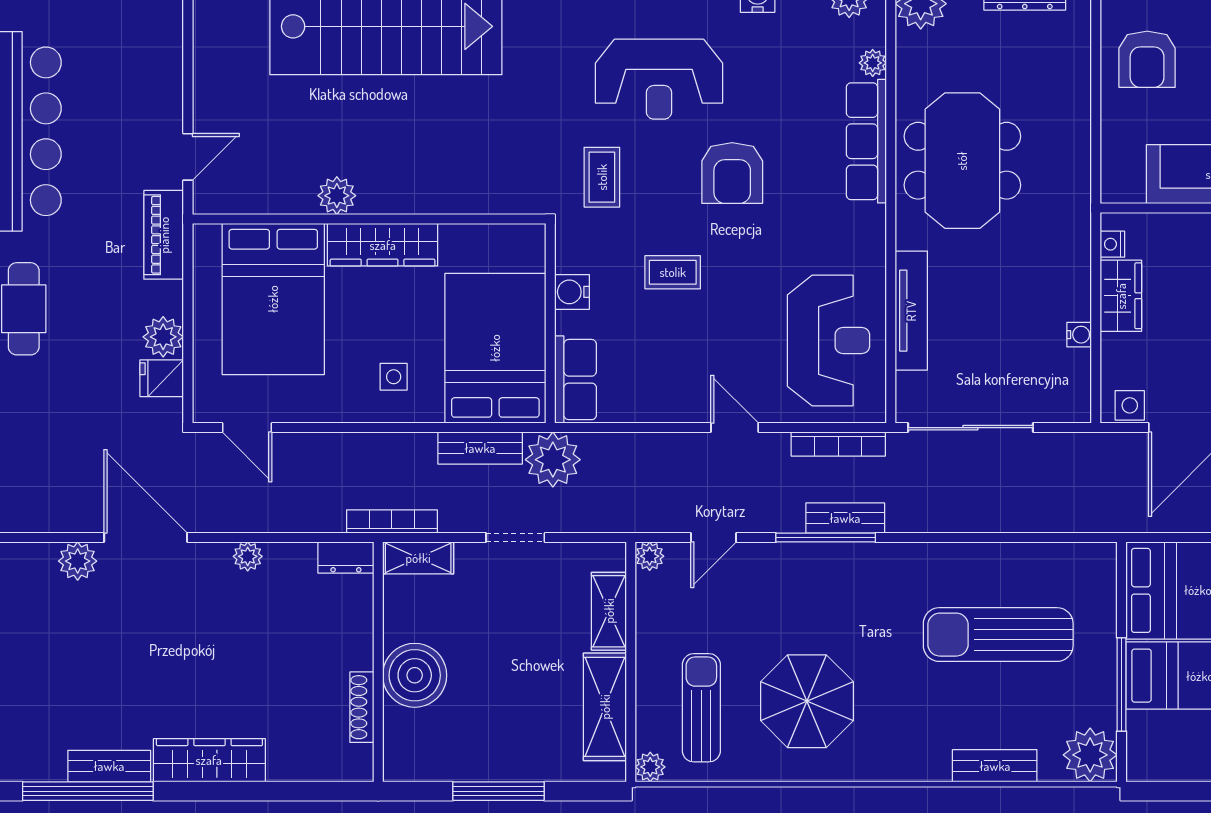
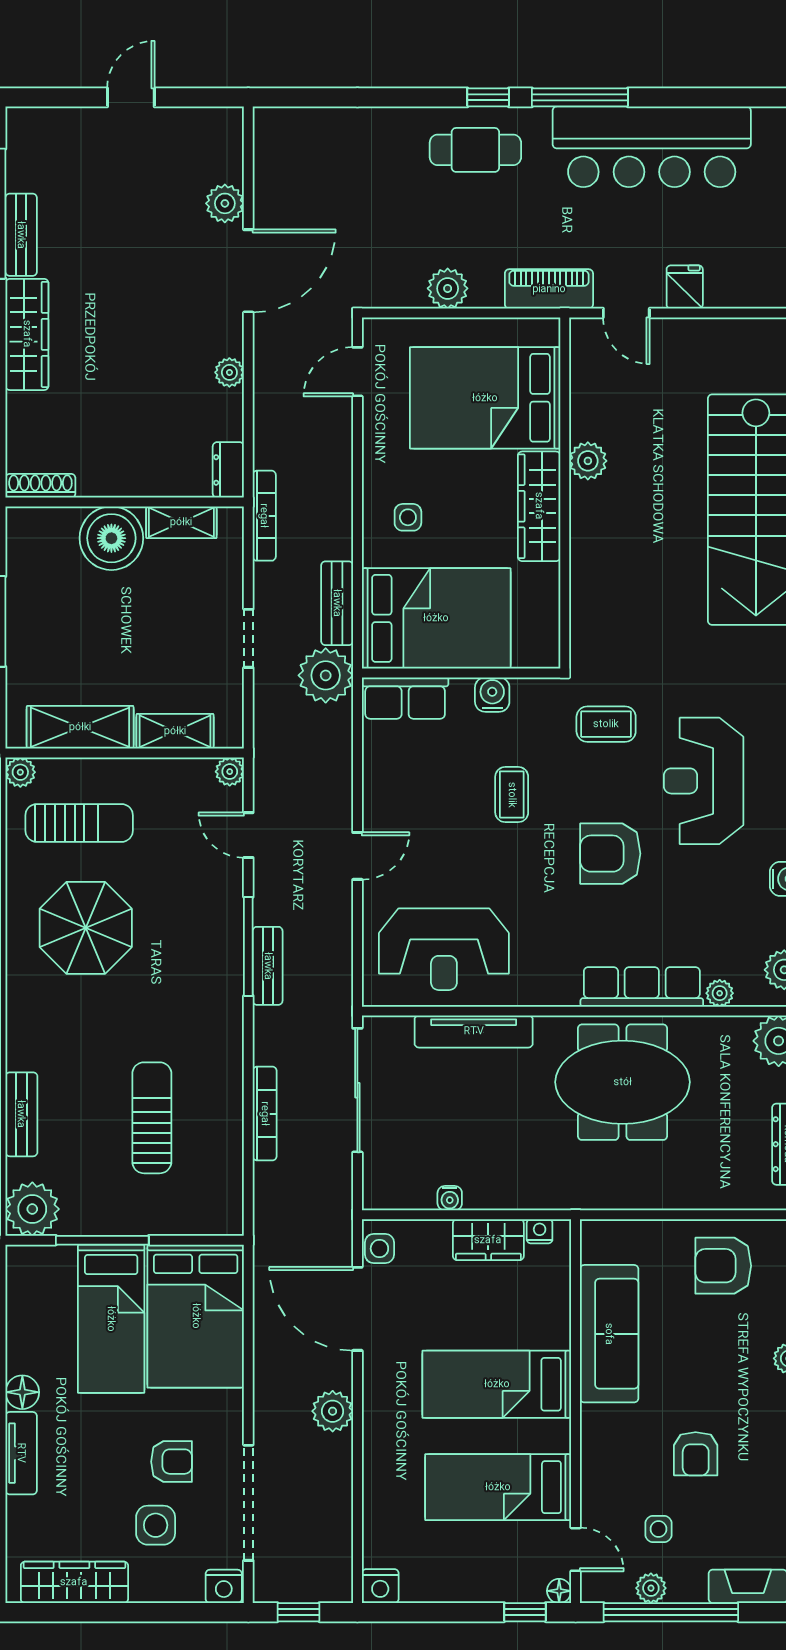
fridge: (162, 378) -> (685, 287), moved
bookcase: (838, 444) -> (265, 1114), moved, turned 180
shelving: (418, 558) -> (181, 522), moved, turned 90
sun lounger: (998, 635) -> (152, 1118), width x0.73, depth x0.75
shoe rack: (362, 707) -> (40, 486), moved

